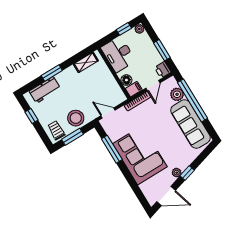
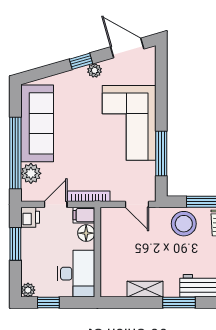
shelving: (86, 62) -> (145, 289), moved

